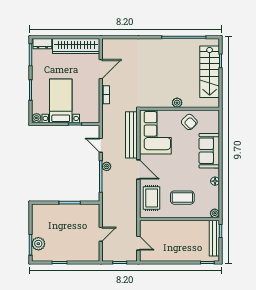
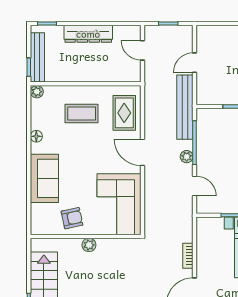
armchair: (189, 122) -> (72, 218), turned 122
bench: (131, 135) -> (185, 107), moved
dresser: (178, 255) -> (88, 34), added

